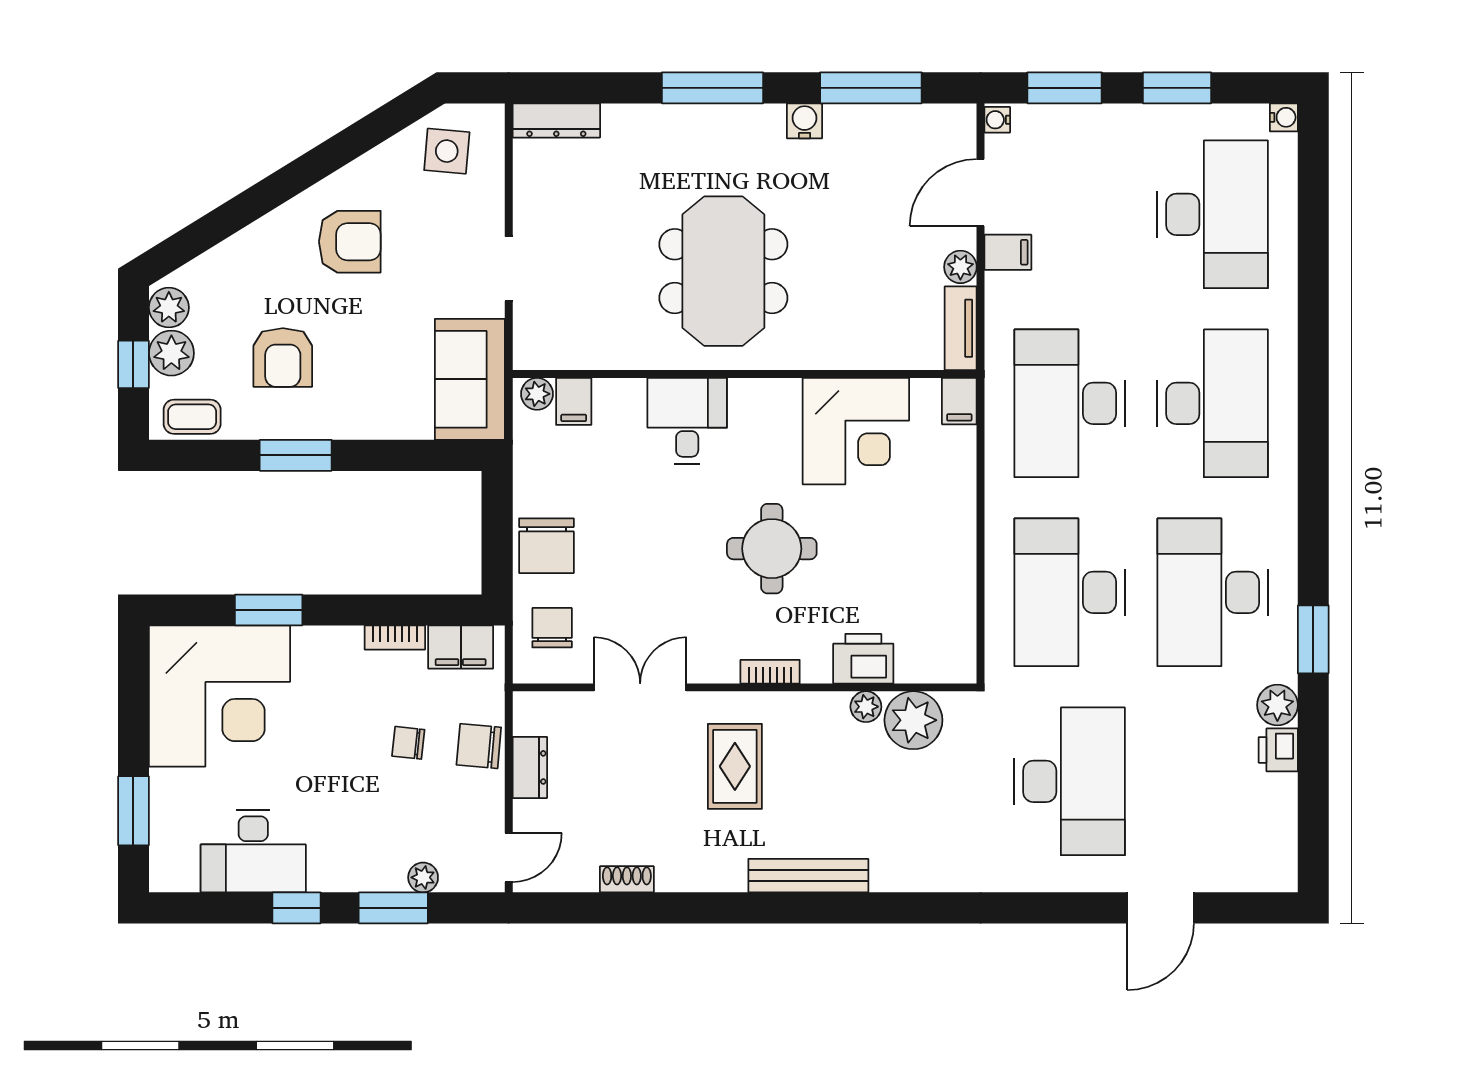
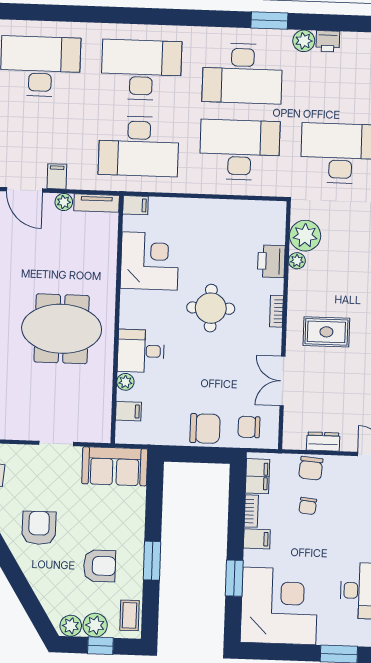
plant: (537, 394) -> (125, 382), moved
desk: (1070, 592) -> (240, 150), turned 180
filing cabinet: (343, 650) -> (257, 539), added

